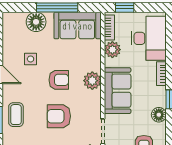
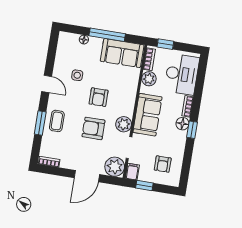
floor lamp: (36, 22) -> (84, 40), width x0.53, depth x0.53
armchair: (59, 80) -> (99, 97), turned 90
plant: (92, 81) -> (124, 124), moved
floor lamp: (159, 115) -> (182, 124), moved

